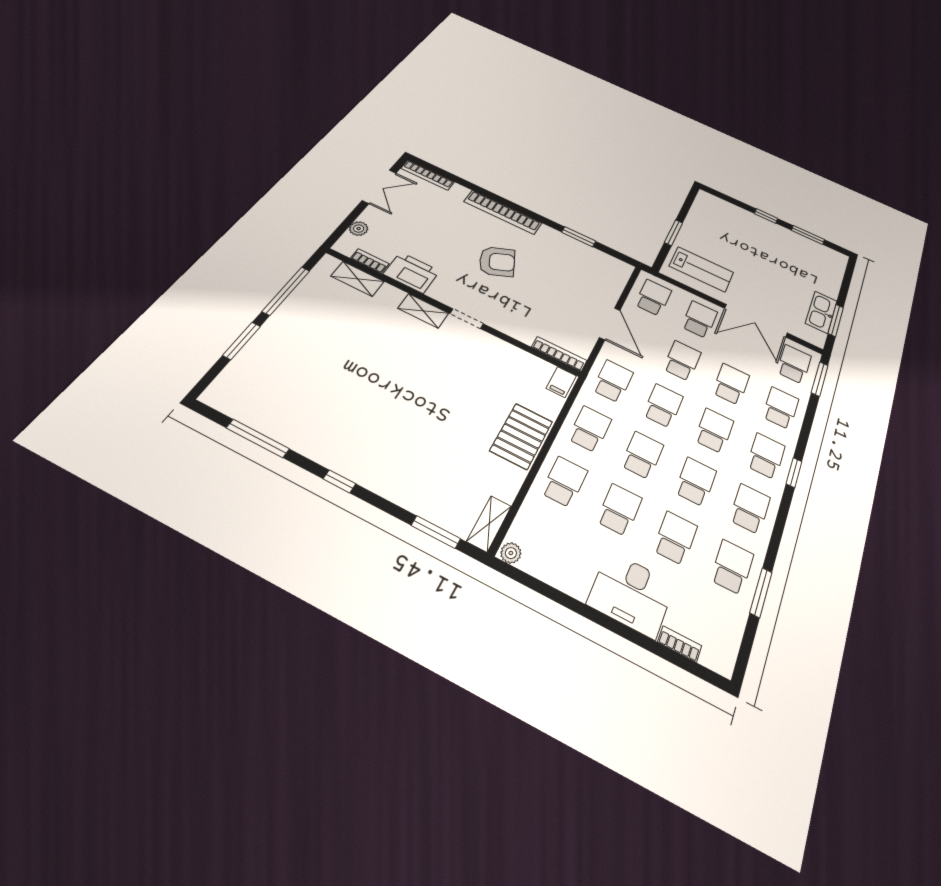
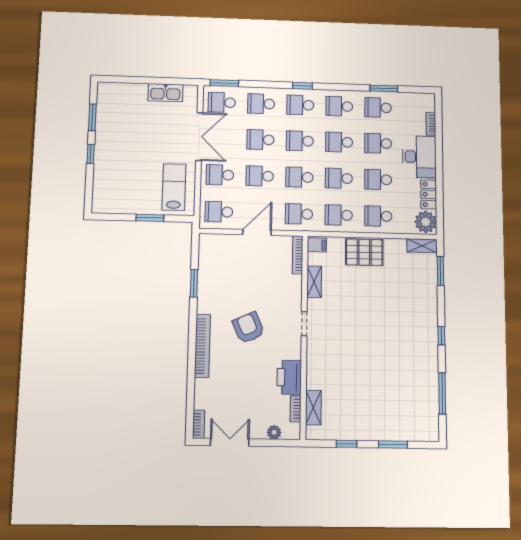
bookcase: (428, 175) -> (199, 424), width x0.64
window: (286, 291) -> (346, 444), width x0.46
shelving: (423, 311) -> (314, 282), moved
window: (836, 320) -> (167, 81), removed
plant: (511, 553) -> (426, 222), width x1.87, depth x1.87
locker: (564, 577) -> (429, 194), added

